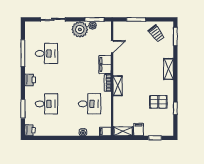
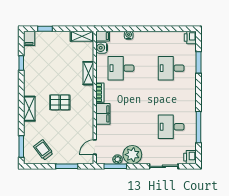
door: (112, 47) -> (95, 147), moved
printer: (30, 80) -> (190, 157), moved
shelving: (118, 86) -> (88, 73), moved
pallet: (158, 102) -> (60, 102), moved
water cooler: (106, 121) -> (102, 48), added
filing cabinet: (139, 129) -> (29, 38), moved

